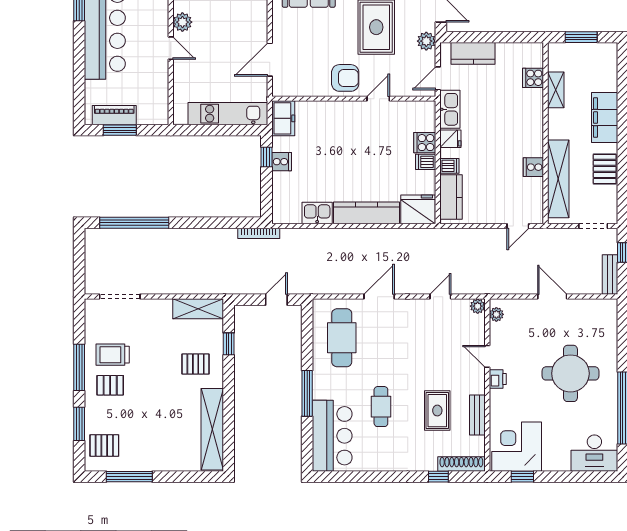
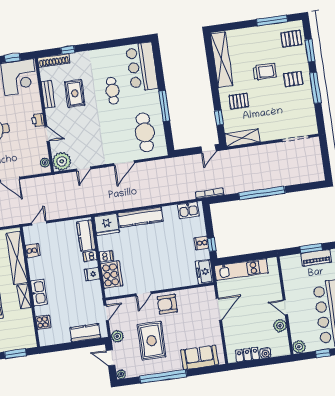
shelving: (556, 90) -> (24, 296), moved
kitchen sink: (450, 109) -> (39, 293), moved, turned 180
cooker: (425, 143) -> (112, 275), width x1.87, depth x1.31
cooker: (533, 167) -> (33, 250), moved
kitchen sink: (317, 213) -> (188, 210), moved
window: (134, 223) -> (262, 193), moved
door: (276, 300) -> (208, 149), moved
plant: (478, 306) -> (62, 161), width x1.88, depth x1.88
trolley: (113, 355) -> (265, 72), moved
window: (307, 393) -> (164, 106), moved

